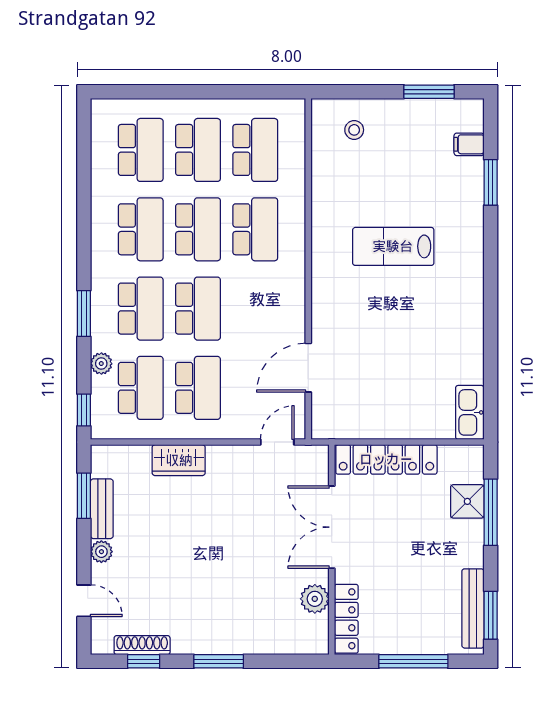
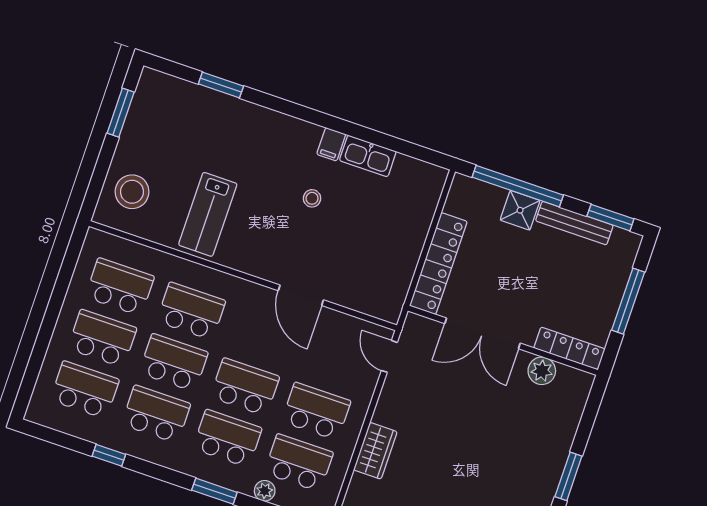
stool: (354, 130) -> (132, 192), width x1.89, depth x1.89
filing cabinet: (469, 144) -> (331, 144), moved
window: (84, 196) -> (109, 455), added
lab bench: (393, 246) -> (208, 214), moved
stool: (409, 312) -> (312, 198), added
door: (308, 368) -> (301, 295), moved
kitchen sink: (470, 412) -> (368, 156), moved
shower: (467, 501) -> (520, 210), moved
window: (491, 512) -> (518, 186), width x1.46
bench: (473, 608) -> (574, 223), moved

